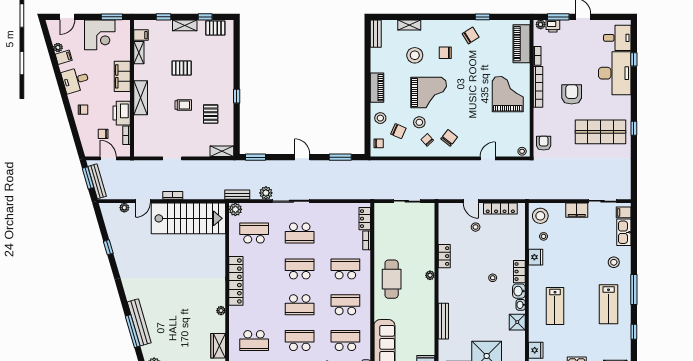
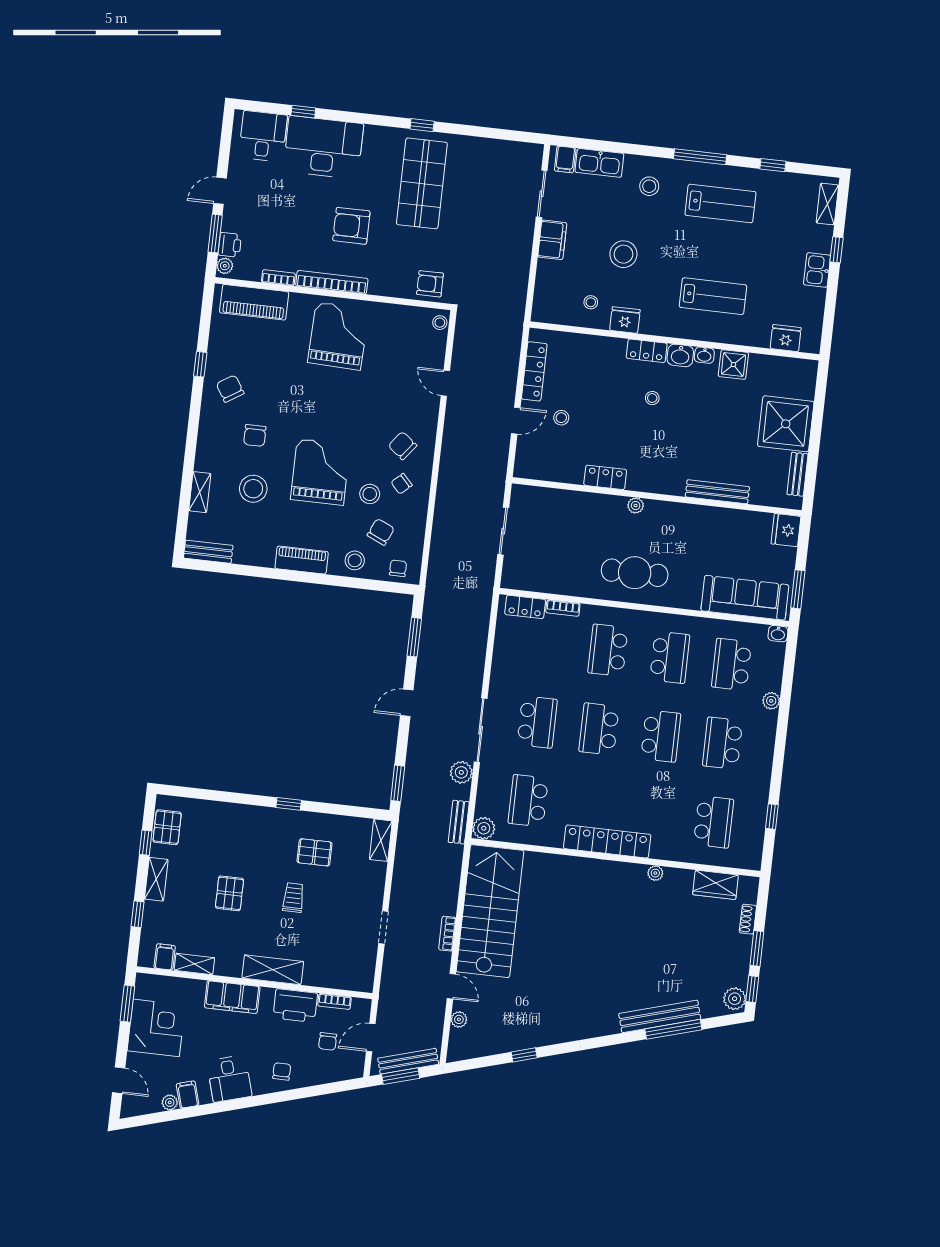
grand piano: (508, 94) -> (338, 336), turned 92
stool: (540, 216) -> (623, 254), moved
school desk: (345, 305) -> (670, 657), turned 180

